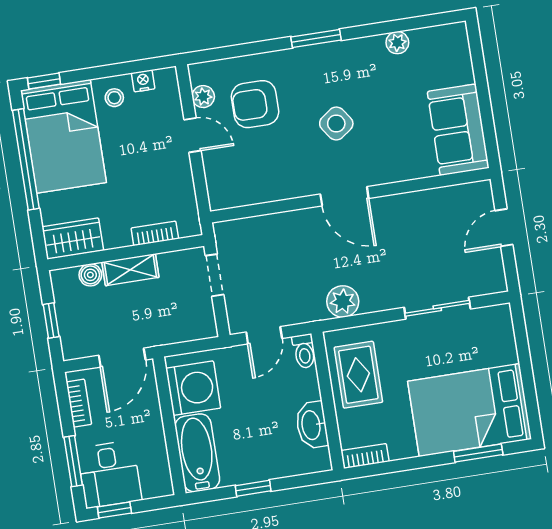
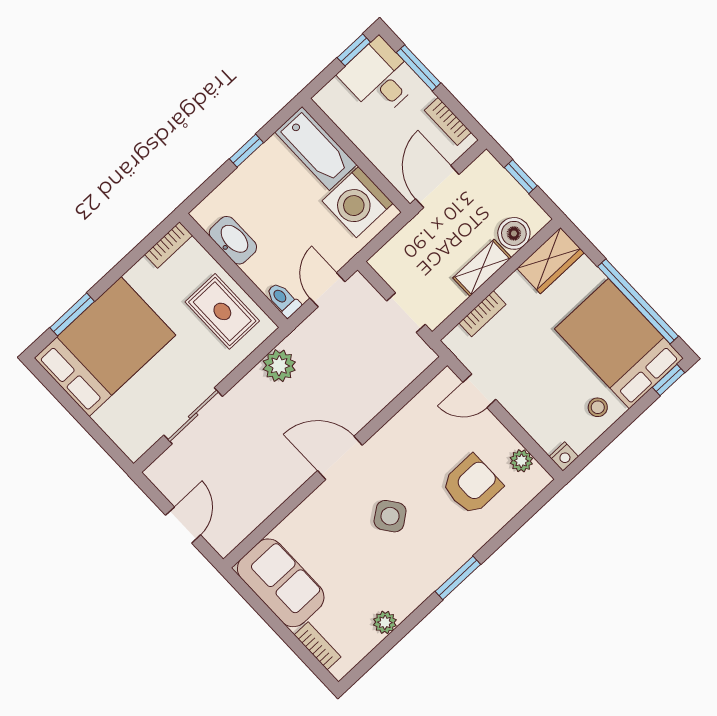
bookcase: (463, 60) -> (318, 646), added
nightstand: (143, 81) -> (564, 457), moved
door: (193, 135) -> (479, 391), moved
boiler: (90, 275) -> (514, 233), width x1.36, depth x1.36

